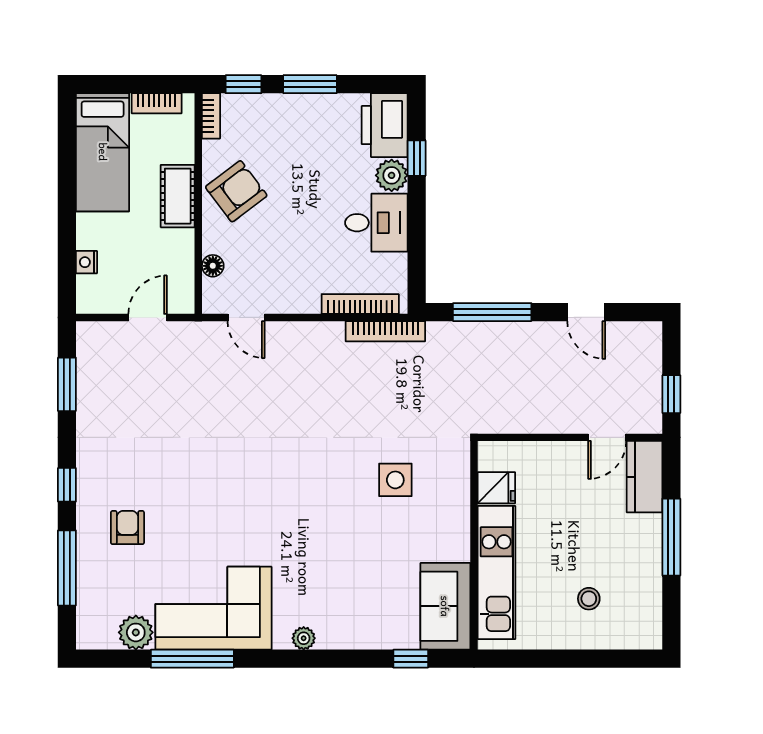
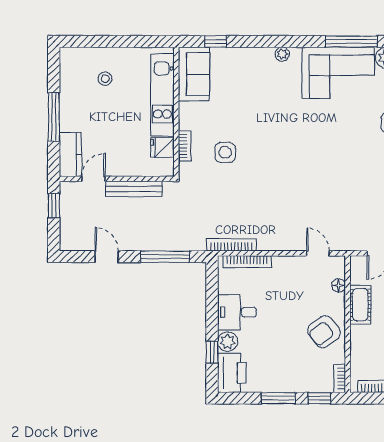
cot: (178, 196) -> (360, 305), moved
bench: (542, 421) -> (134, 189), added
bookcase: (461, 491) -> (185, 146), added

